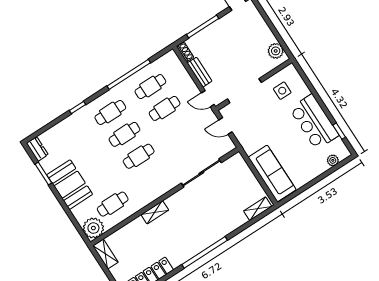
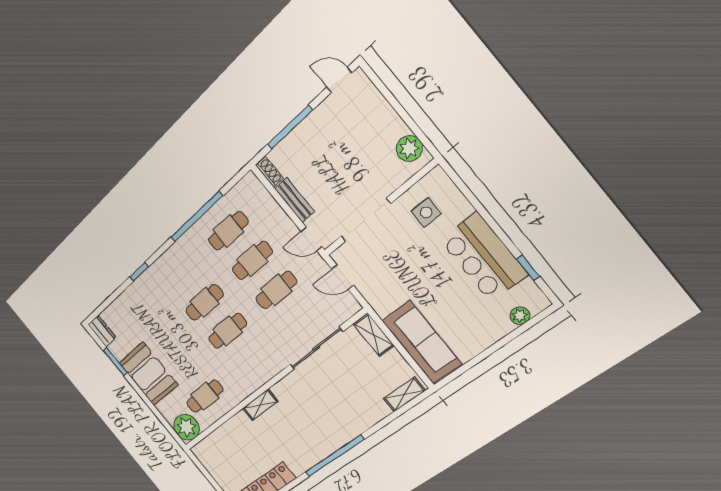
cafe table: (110, 112) -> (276, 290), moved
shelving: (105, 254) -> (374, 335), moved

